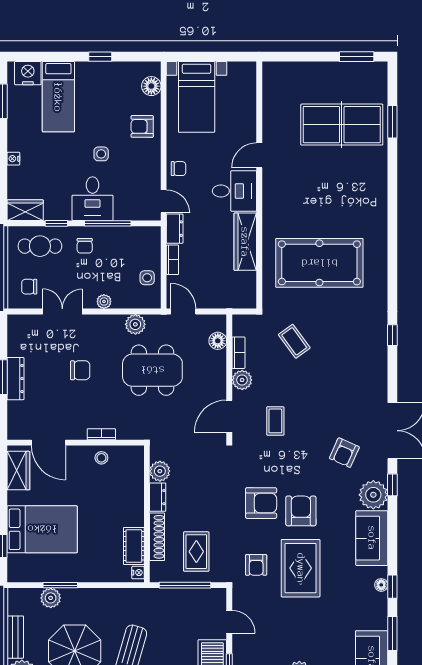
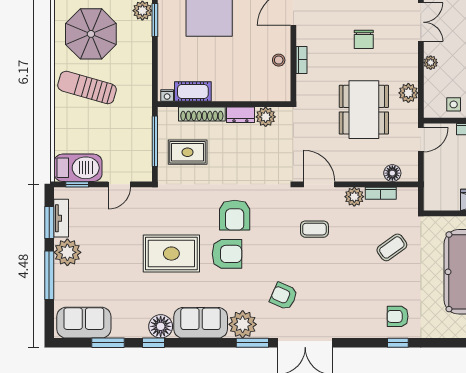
window: (392, 485) -> (252, 343), width x1.50
armchair: (256, 565) -> (398, 316), moved
floor lamp: (381, 585) -> (161, 326), width x1.89, depth x1.89

